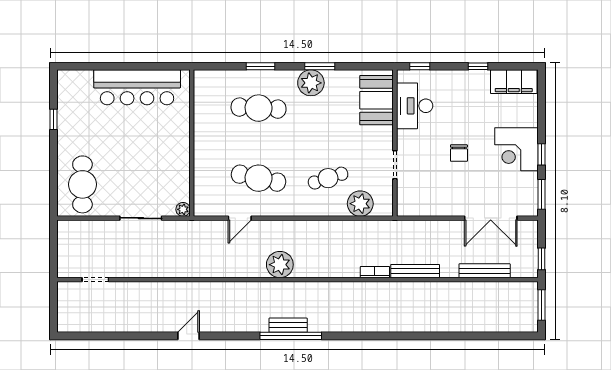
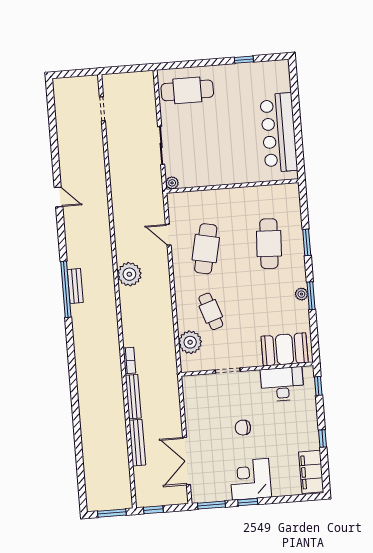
plant: (311, 83) -> (301, 294), width x0.53, depth x0.53
bench: (485, 271) -> (137, 443), moved

